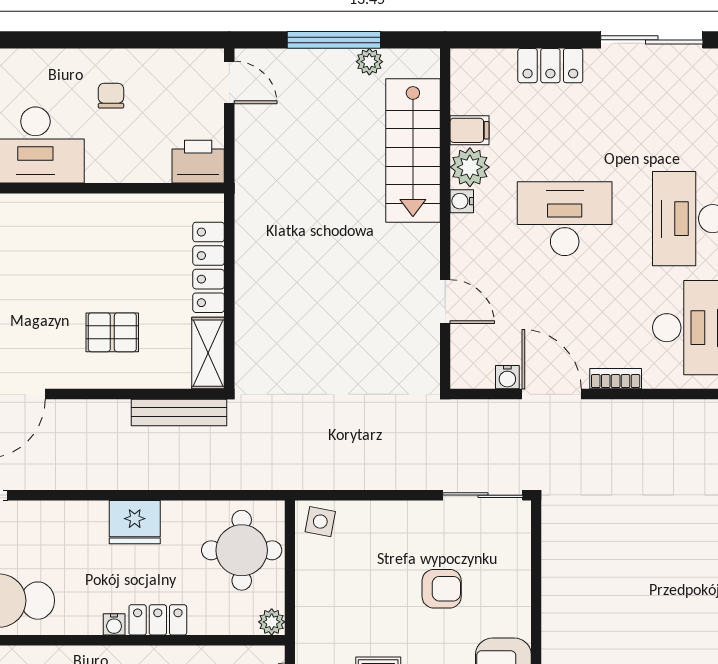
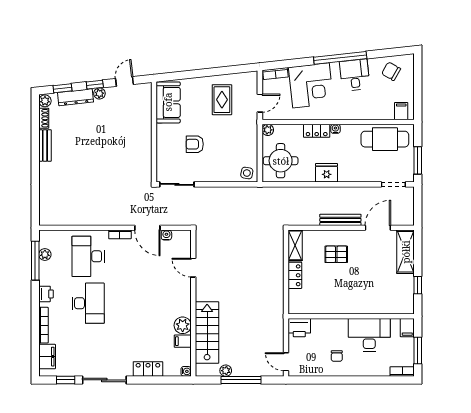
water cooler: (462, 201) -> (186, 371), moved
desk: (565, 219) -> (142, 303), removed
locker: (209, 267) -> (295, 275), width x0.66
bench: (179, 412) -> (340, 220), moved

